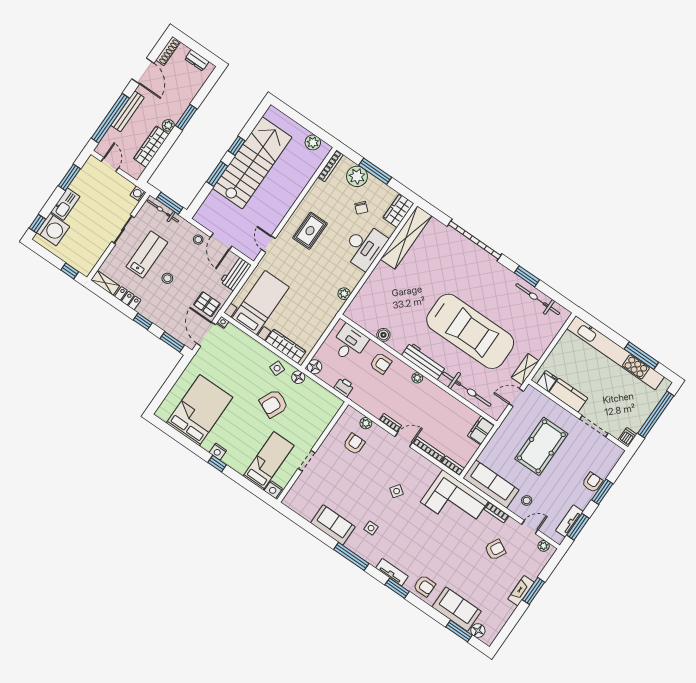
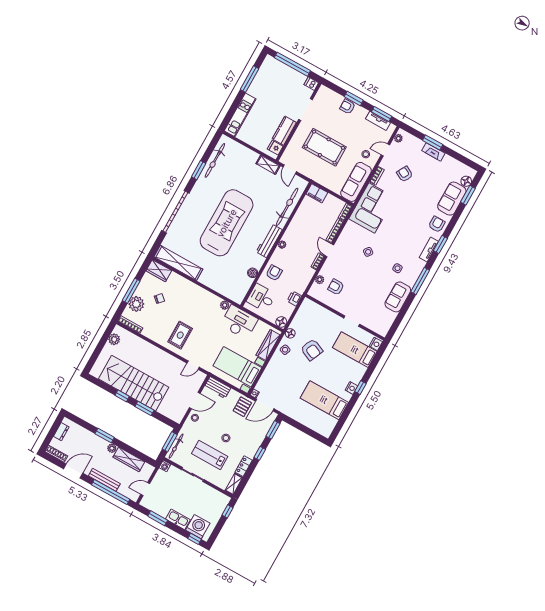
rug: (310, 231) -> (180, 335), turned 90
desk: (364, 246) -> (239, 322), moved
car: (470, 331) -> (227, 223), moved
kitchen unit: (615, 353) -> (240, 115), width x0.54
bed: (200, 410) -> (324, 400), width x0.67
door: (530, 527) -> (385, 150), hinge flipped

